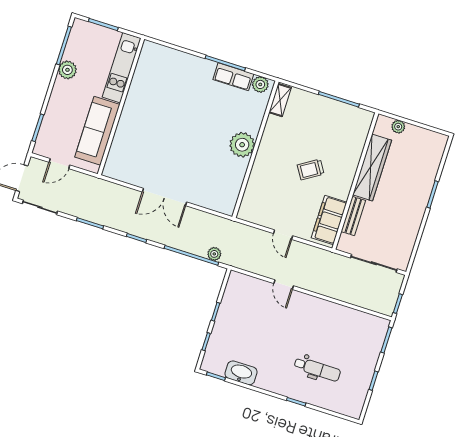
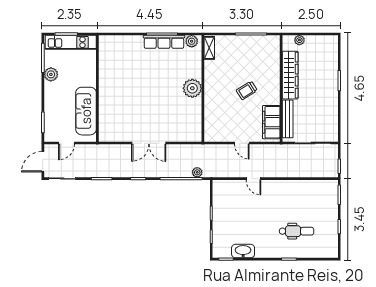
kitchen unit: (122, 68) -> (71, 42), moved, turned -90
row of seats: (233, 77) -> (164, 42), width x1.48
bench: (353, 216) -> (288, 119), width x1.36

